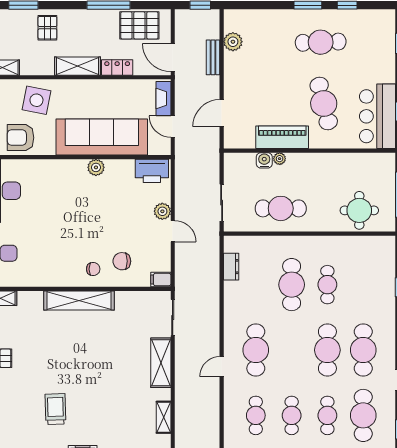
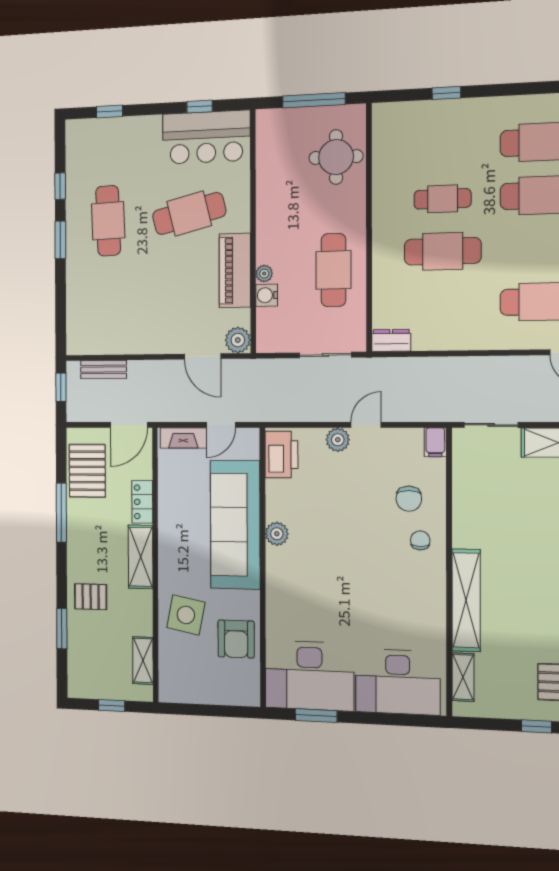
plant: (233, 42) -> (238, 340), moved
bench: (213, 57) -> (104, 369), moved
dresser: (231, 267) -> (391, 340), moved
shelving: (79, 300) -> (466, 600), moved

